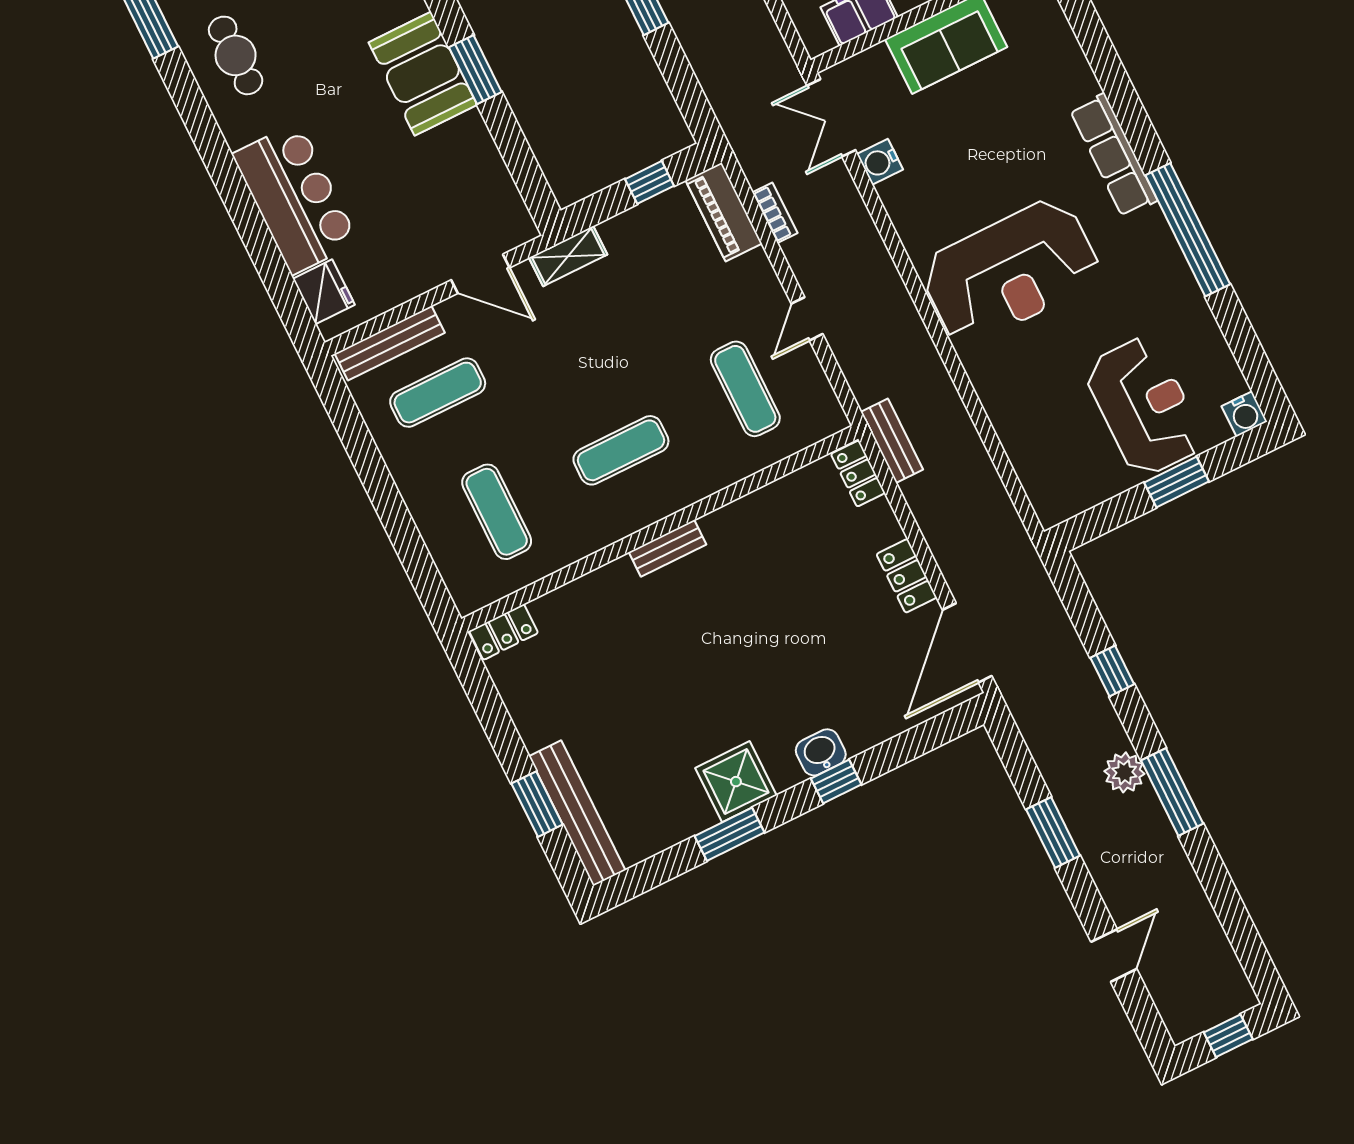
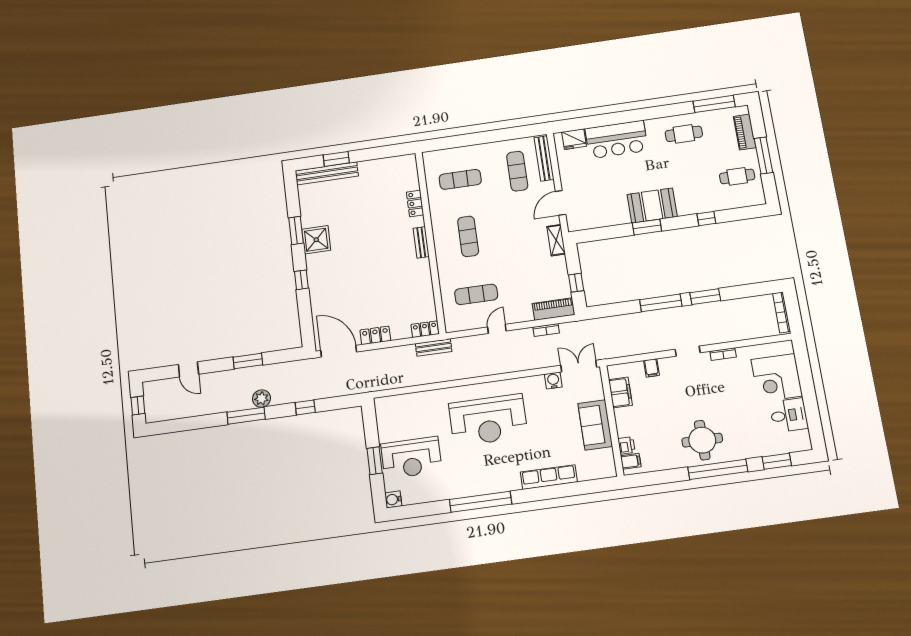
row of seats: (1114, 155) -> (549, 477), moved
reception desk: (1010, 271) -> (488, 420), turned -90
door: (807, 319) -> (497, 329), hinge flipped
locker: (504, 632) -> (415, 203), moved
washbasin: (821, 752) -> (316, 277), removed

